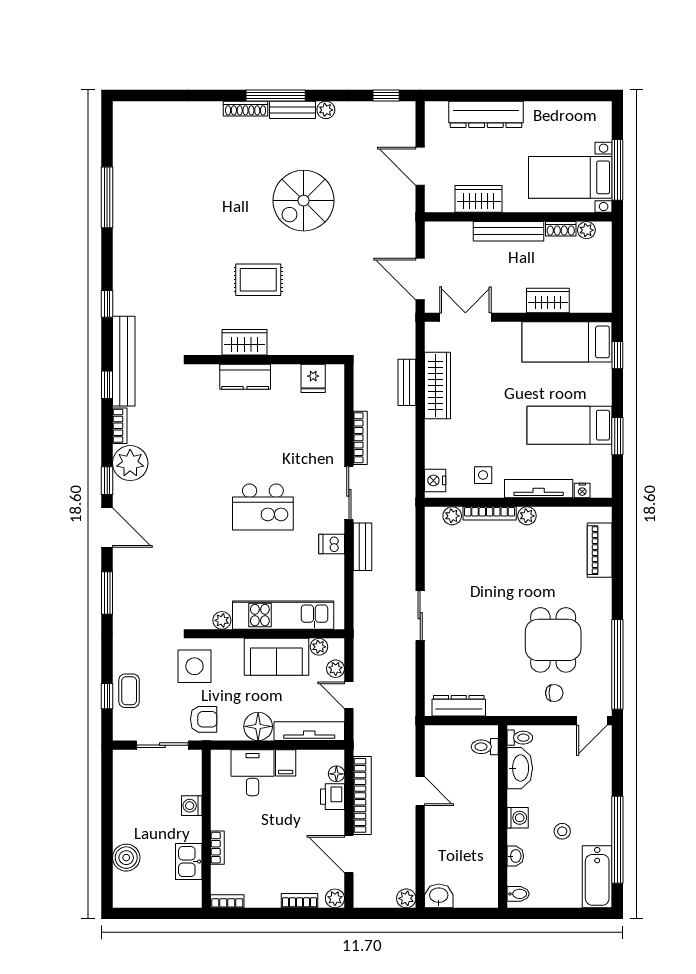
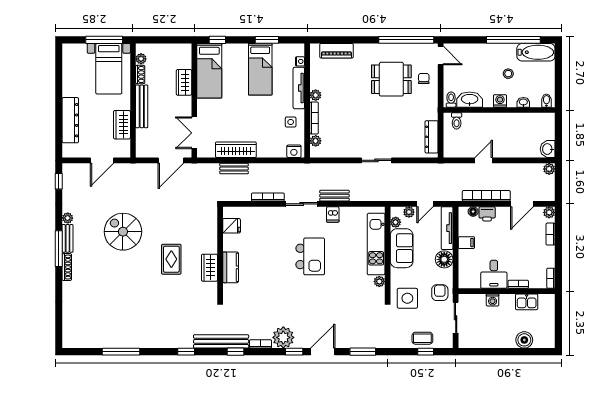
spiral stairs: (304, 201) -> (123, 232), turned 180
desk: (253, 773) -> (494, 274), moved, turned -90

